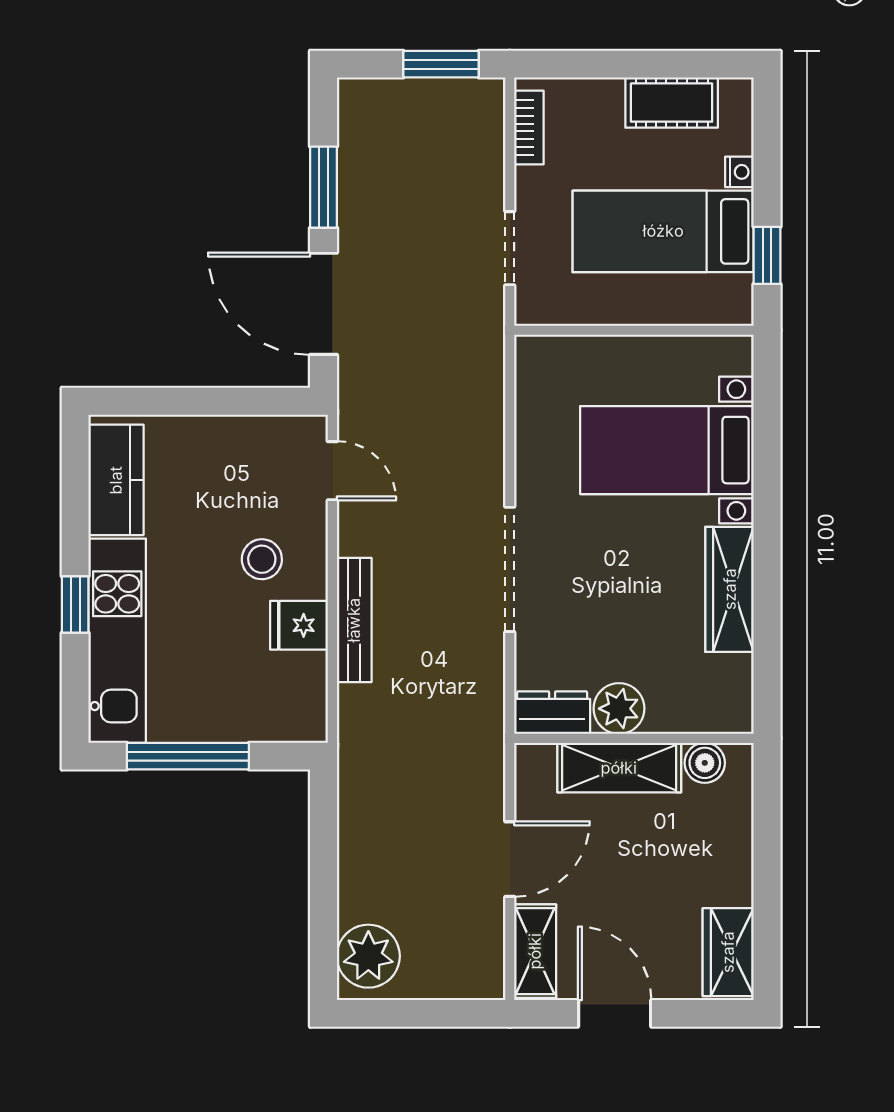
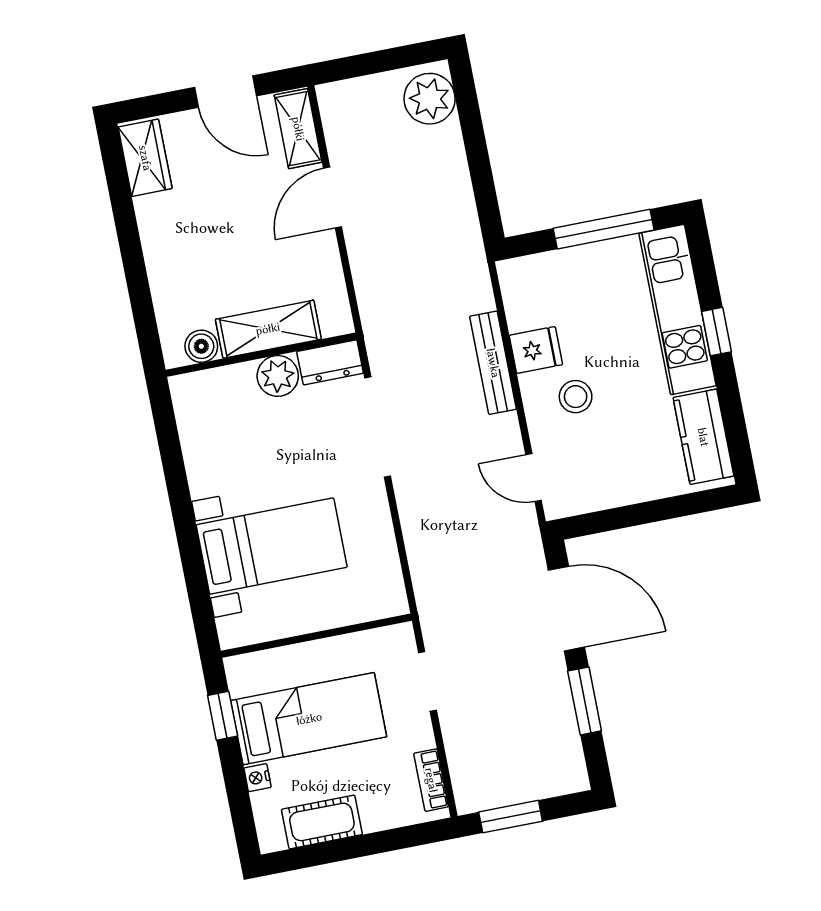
wardrobe: (730, 589) -> (200, 445), removed
plant: (619, 709) -> (278, 376), moved
dresser: (552, 713) -> (330, 362), moved
wall: (634, 738) -> (261, 355), moved
boiler: (705, 763) -> (201, 346), moved
shelving: (619, 768) -> (268, 329), moved

